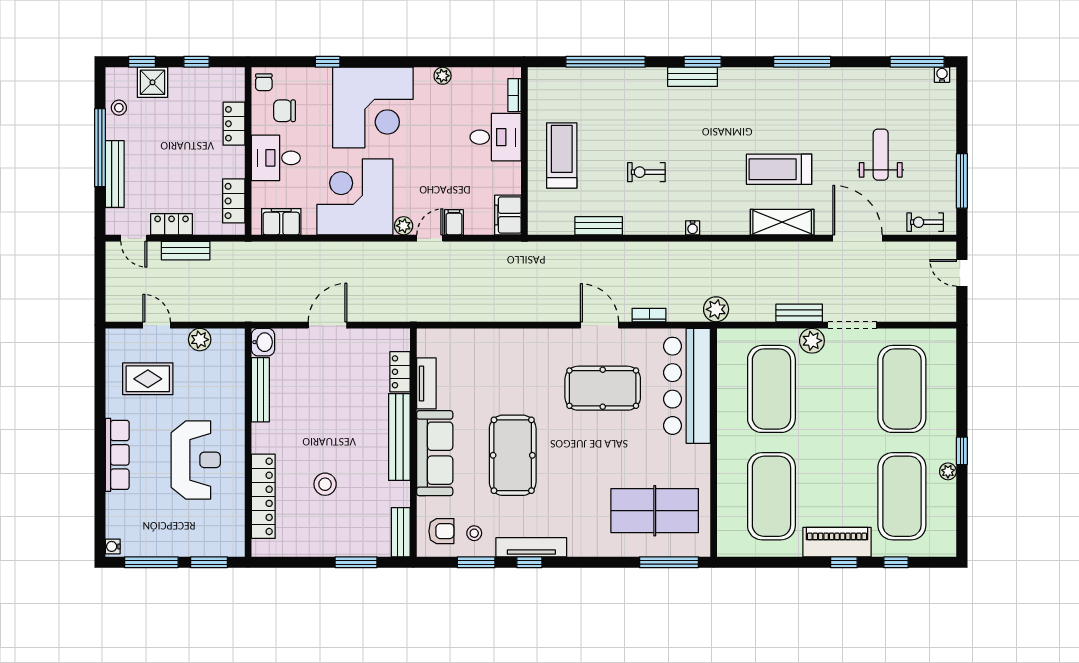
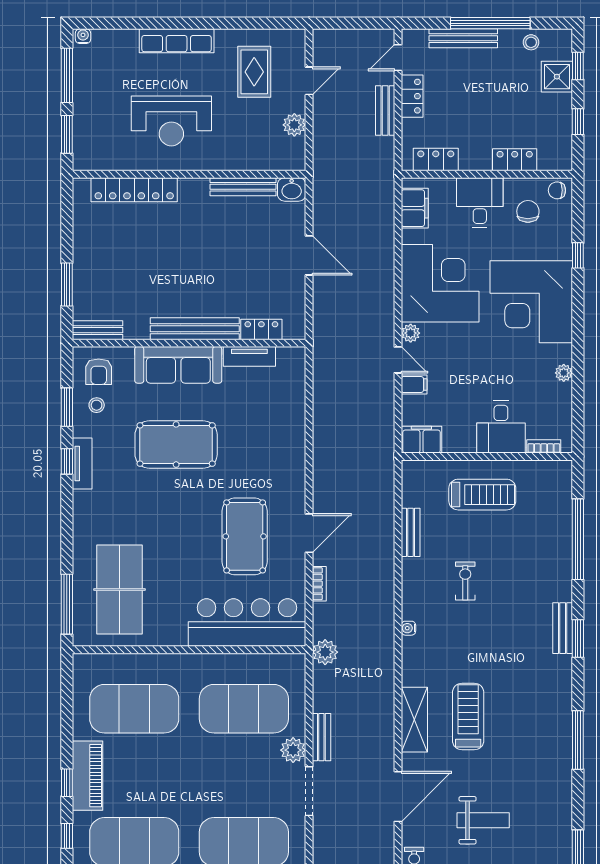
stool: (325, 484) -> (147, 253), removed
tv unit: (531, 547) -> (82, 463), width x0.71

